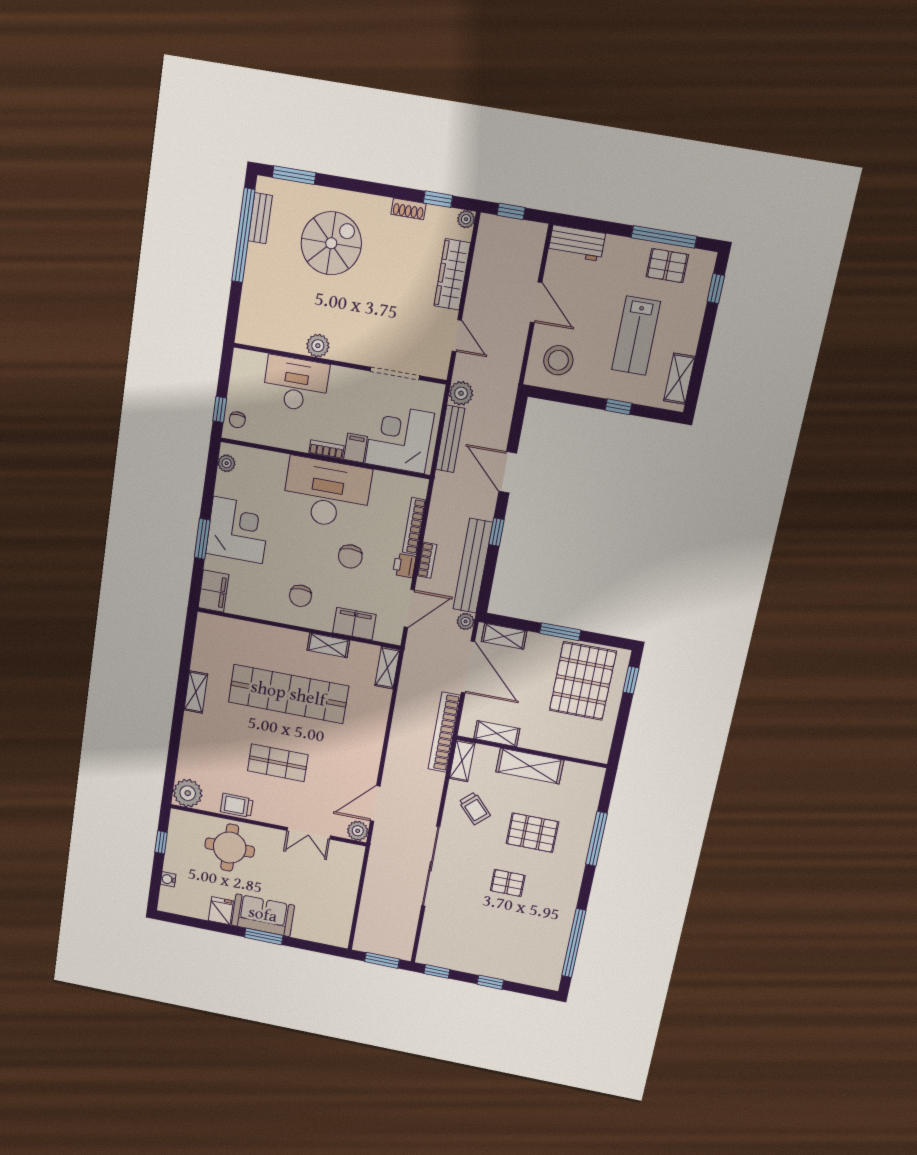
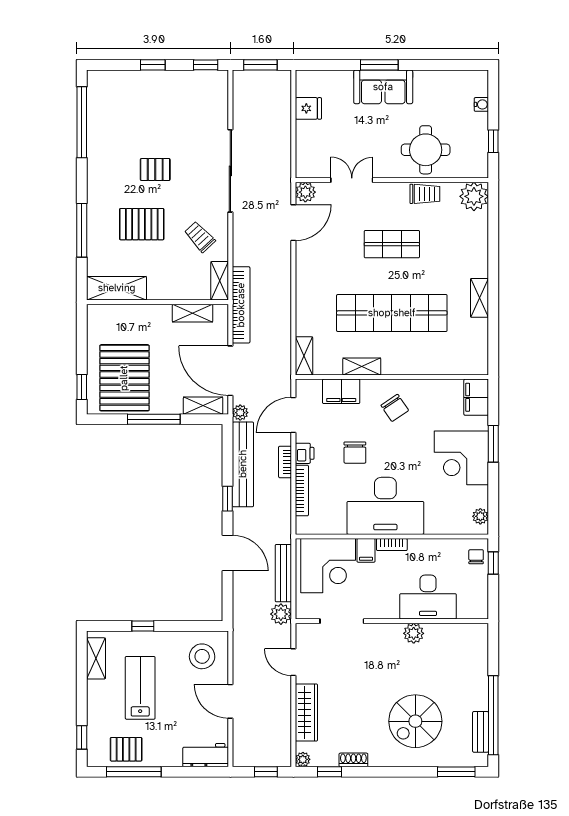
chair: (350, 556) -> (355, 453), turned 180
chair: (300, 596) -> (395, 408), turned 146
window: (560, 632) -> (154, 419), width x1.44
shelving: (530, 766) -> (117, 288), moved
fridge: (221, 911) -> (308, 108), moved, turned -90

